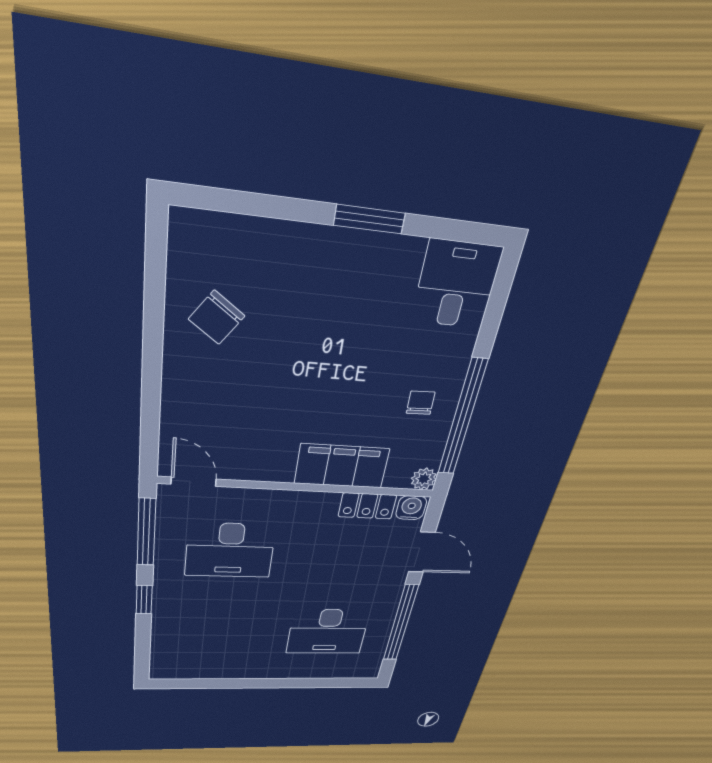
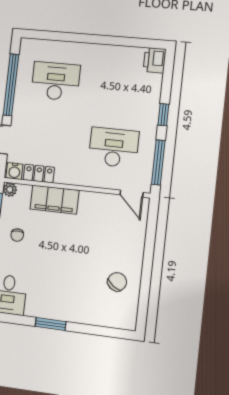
printer: (166, 665) -> (155, 60), added

